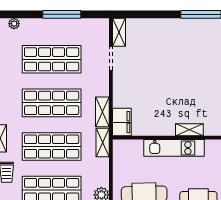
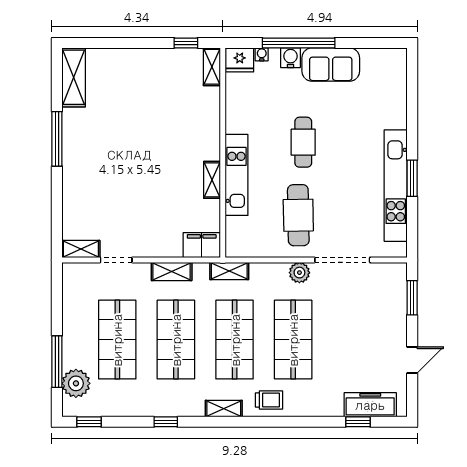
window: (62, 14) -> (57, 362), moved
plant: (14, 24) -> (76, 383), width x1.87, depth x1.87
shelving: (102, 112) -> (172, 271), moved
shelving: (189, 130) -> (212, 180), moved

